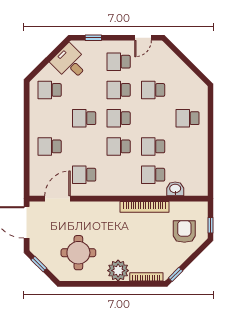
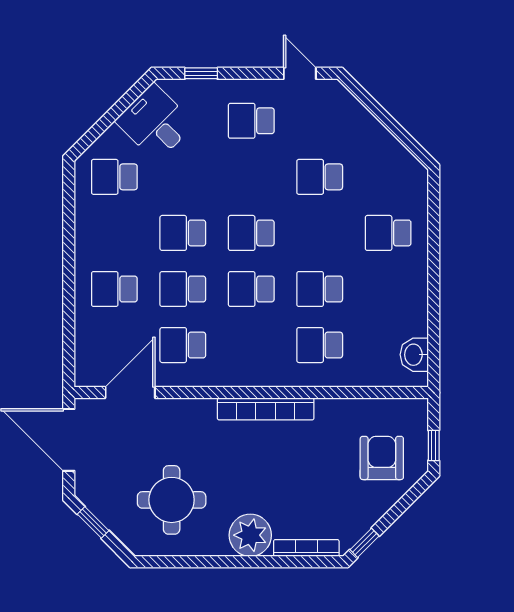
door: (143, 38) -> (300, 73), swing flipped
school desk: (119, 90) -> (183, 289), moved
washbasin: (175, 189) -> (414, 355), moved, turned -90
bookcase: (145, 207) -> (266, 409), moved

